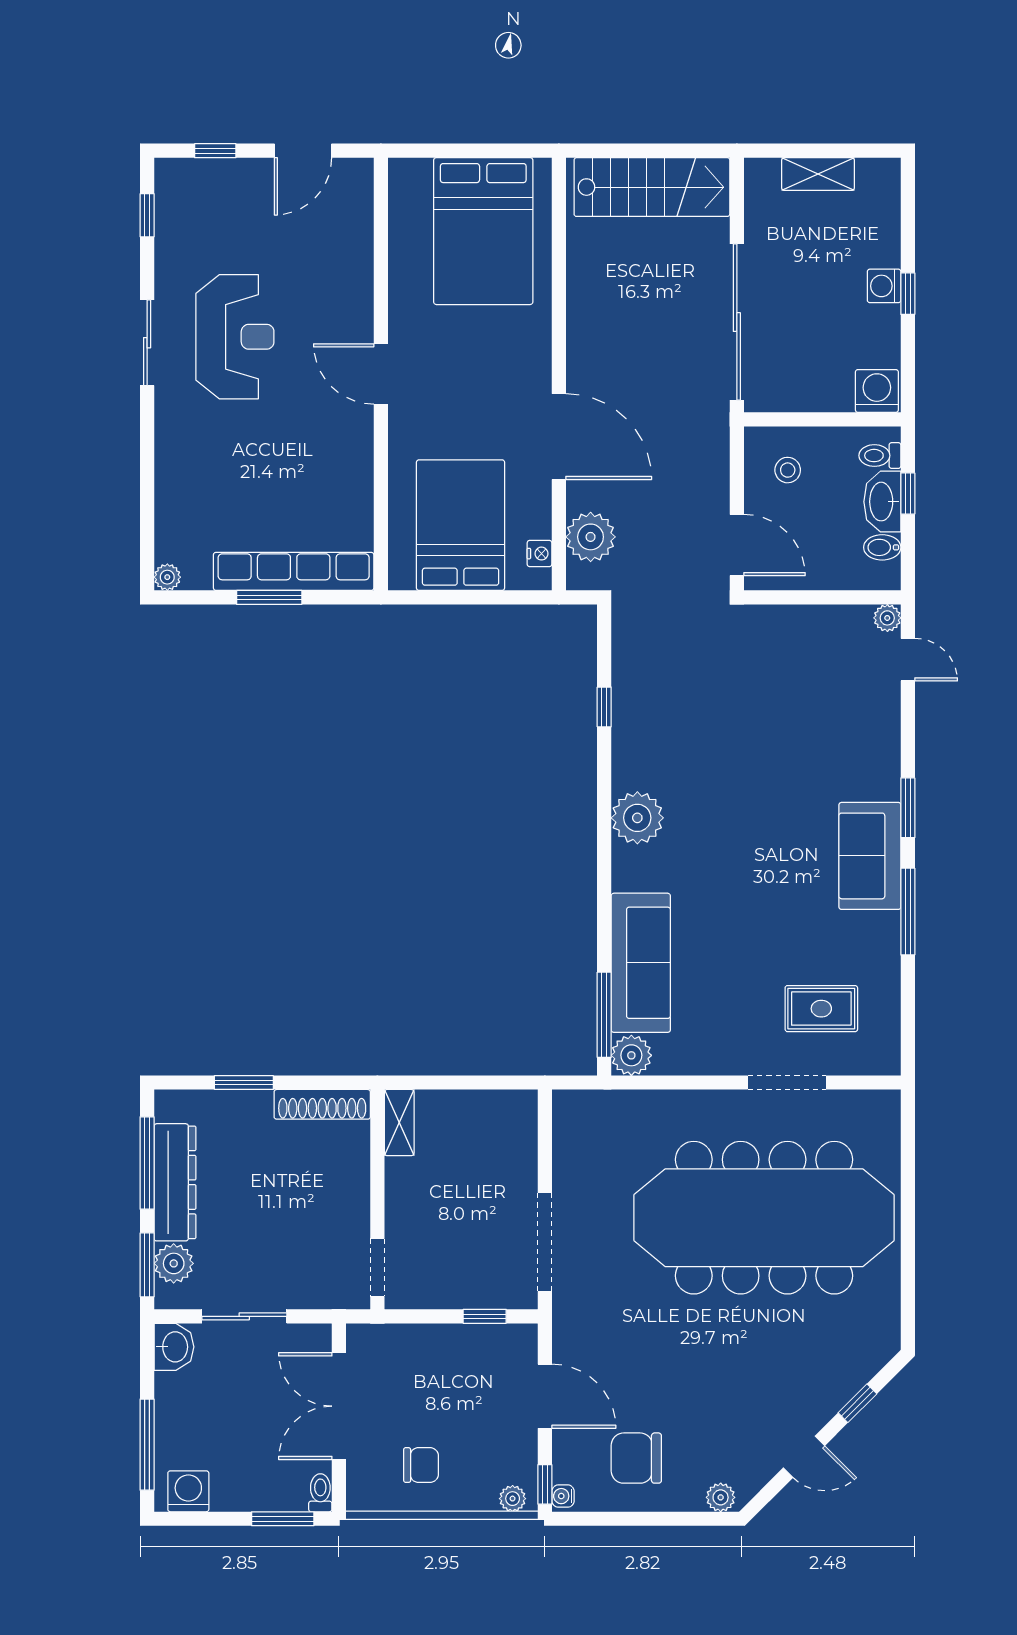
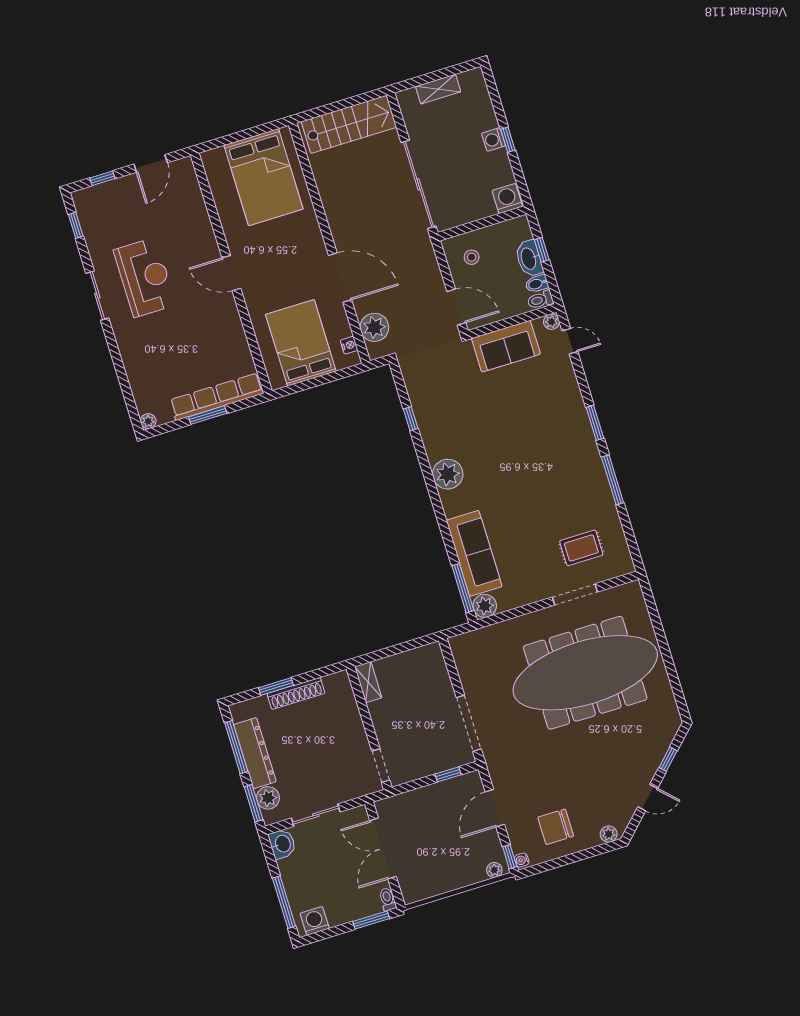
toilet: (880, 456) -> (540, 300), moved
sofa: (870, 856) -> (506, 346), moved, turned -90
shoe rack: (322, 1104) -> (296, 693), moved
door: (545, 1396) -> (495, 808), swing flipped
chair: (421, 1465) -> (438, 867), removed

